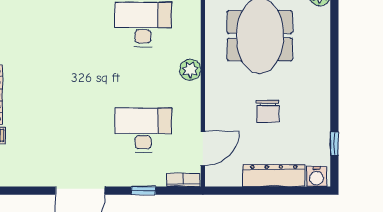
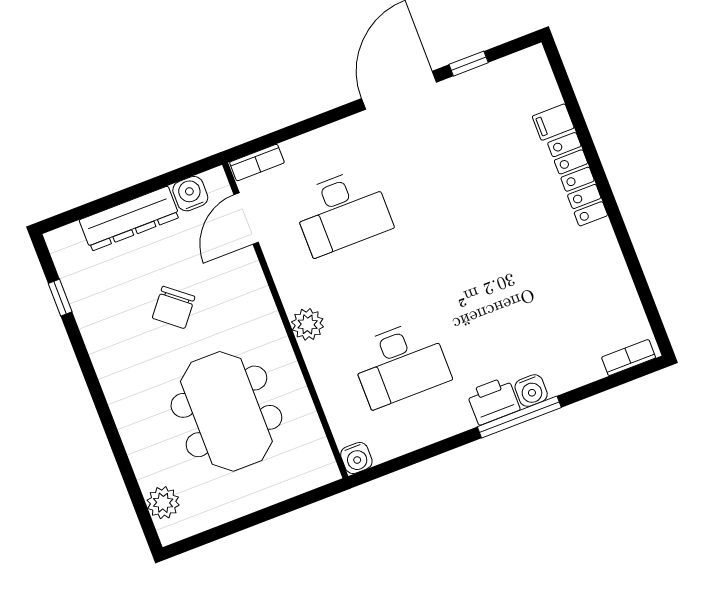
chair: (268, 111) -> (174, 307), turned -141
water cooler: (317, 176) -> (190, 194), moved
window: (143, 191) -> (469, 64), moved

